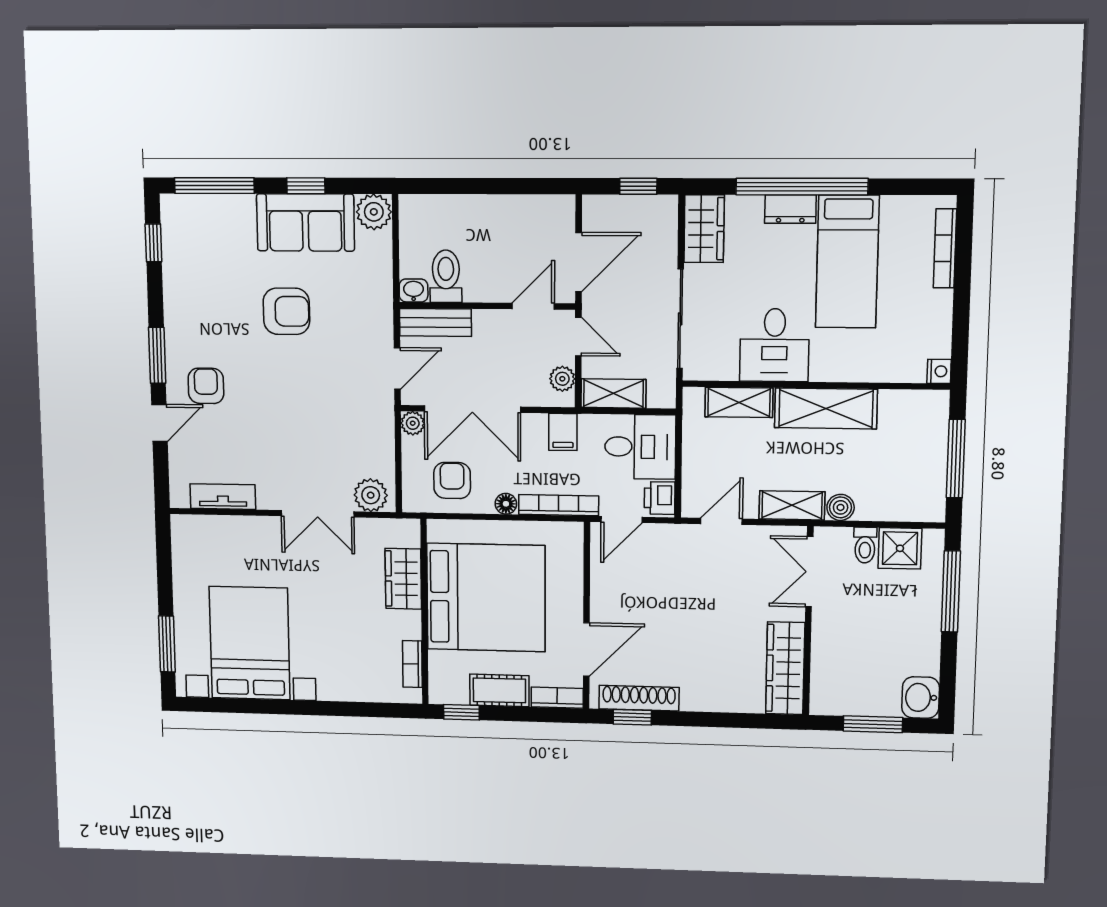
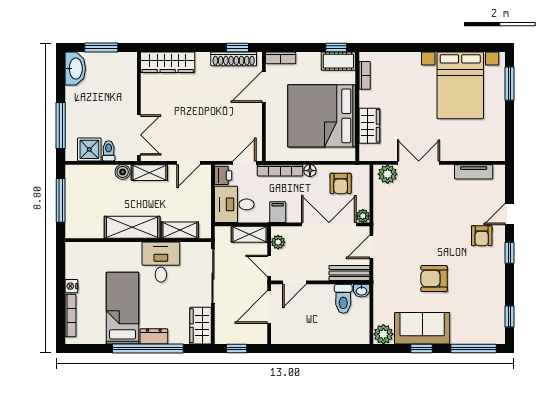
window: (157, 355) -> (510, 253), width x0.67
nightstand: (939, 371) -> (71, 286), moved
wardrobe: (785, 668) -> (168, 62), moved, turned 90
cot: (499, 690) -> (338, 61), moved
washbasin: (921, 697) -> (75, 69), width x1.38

